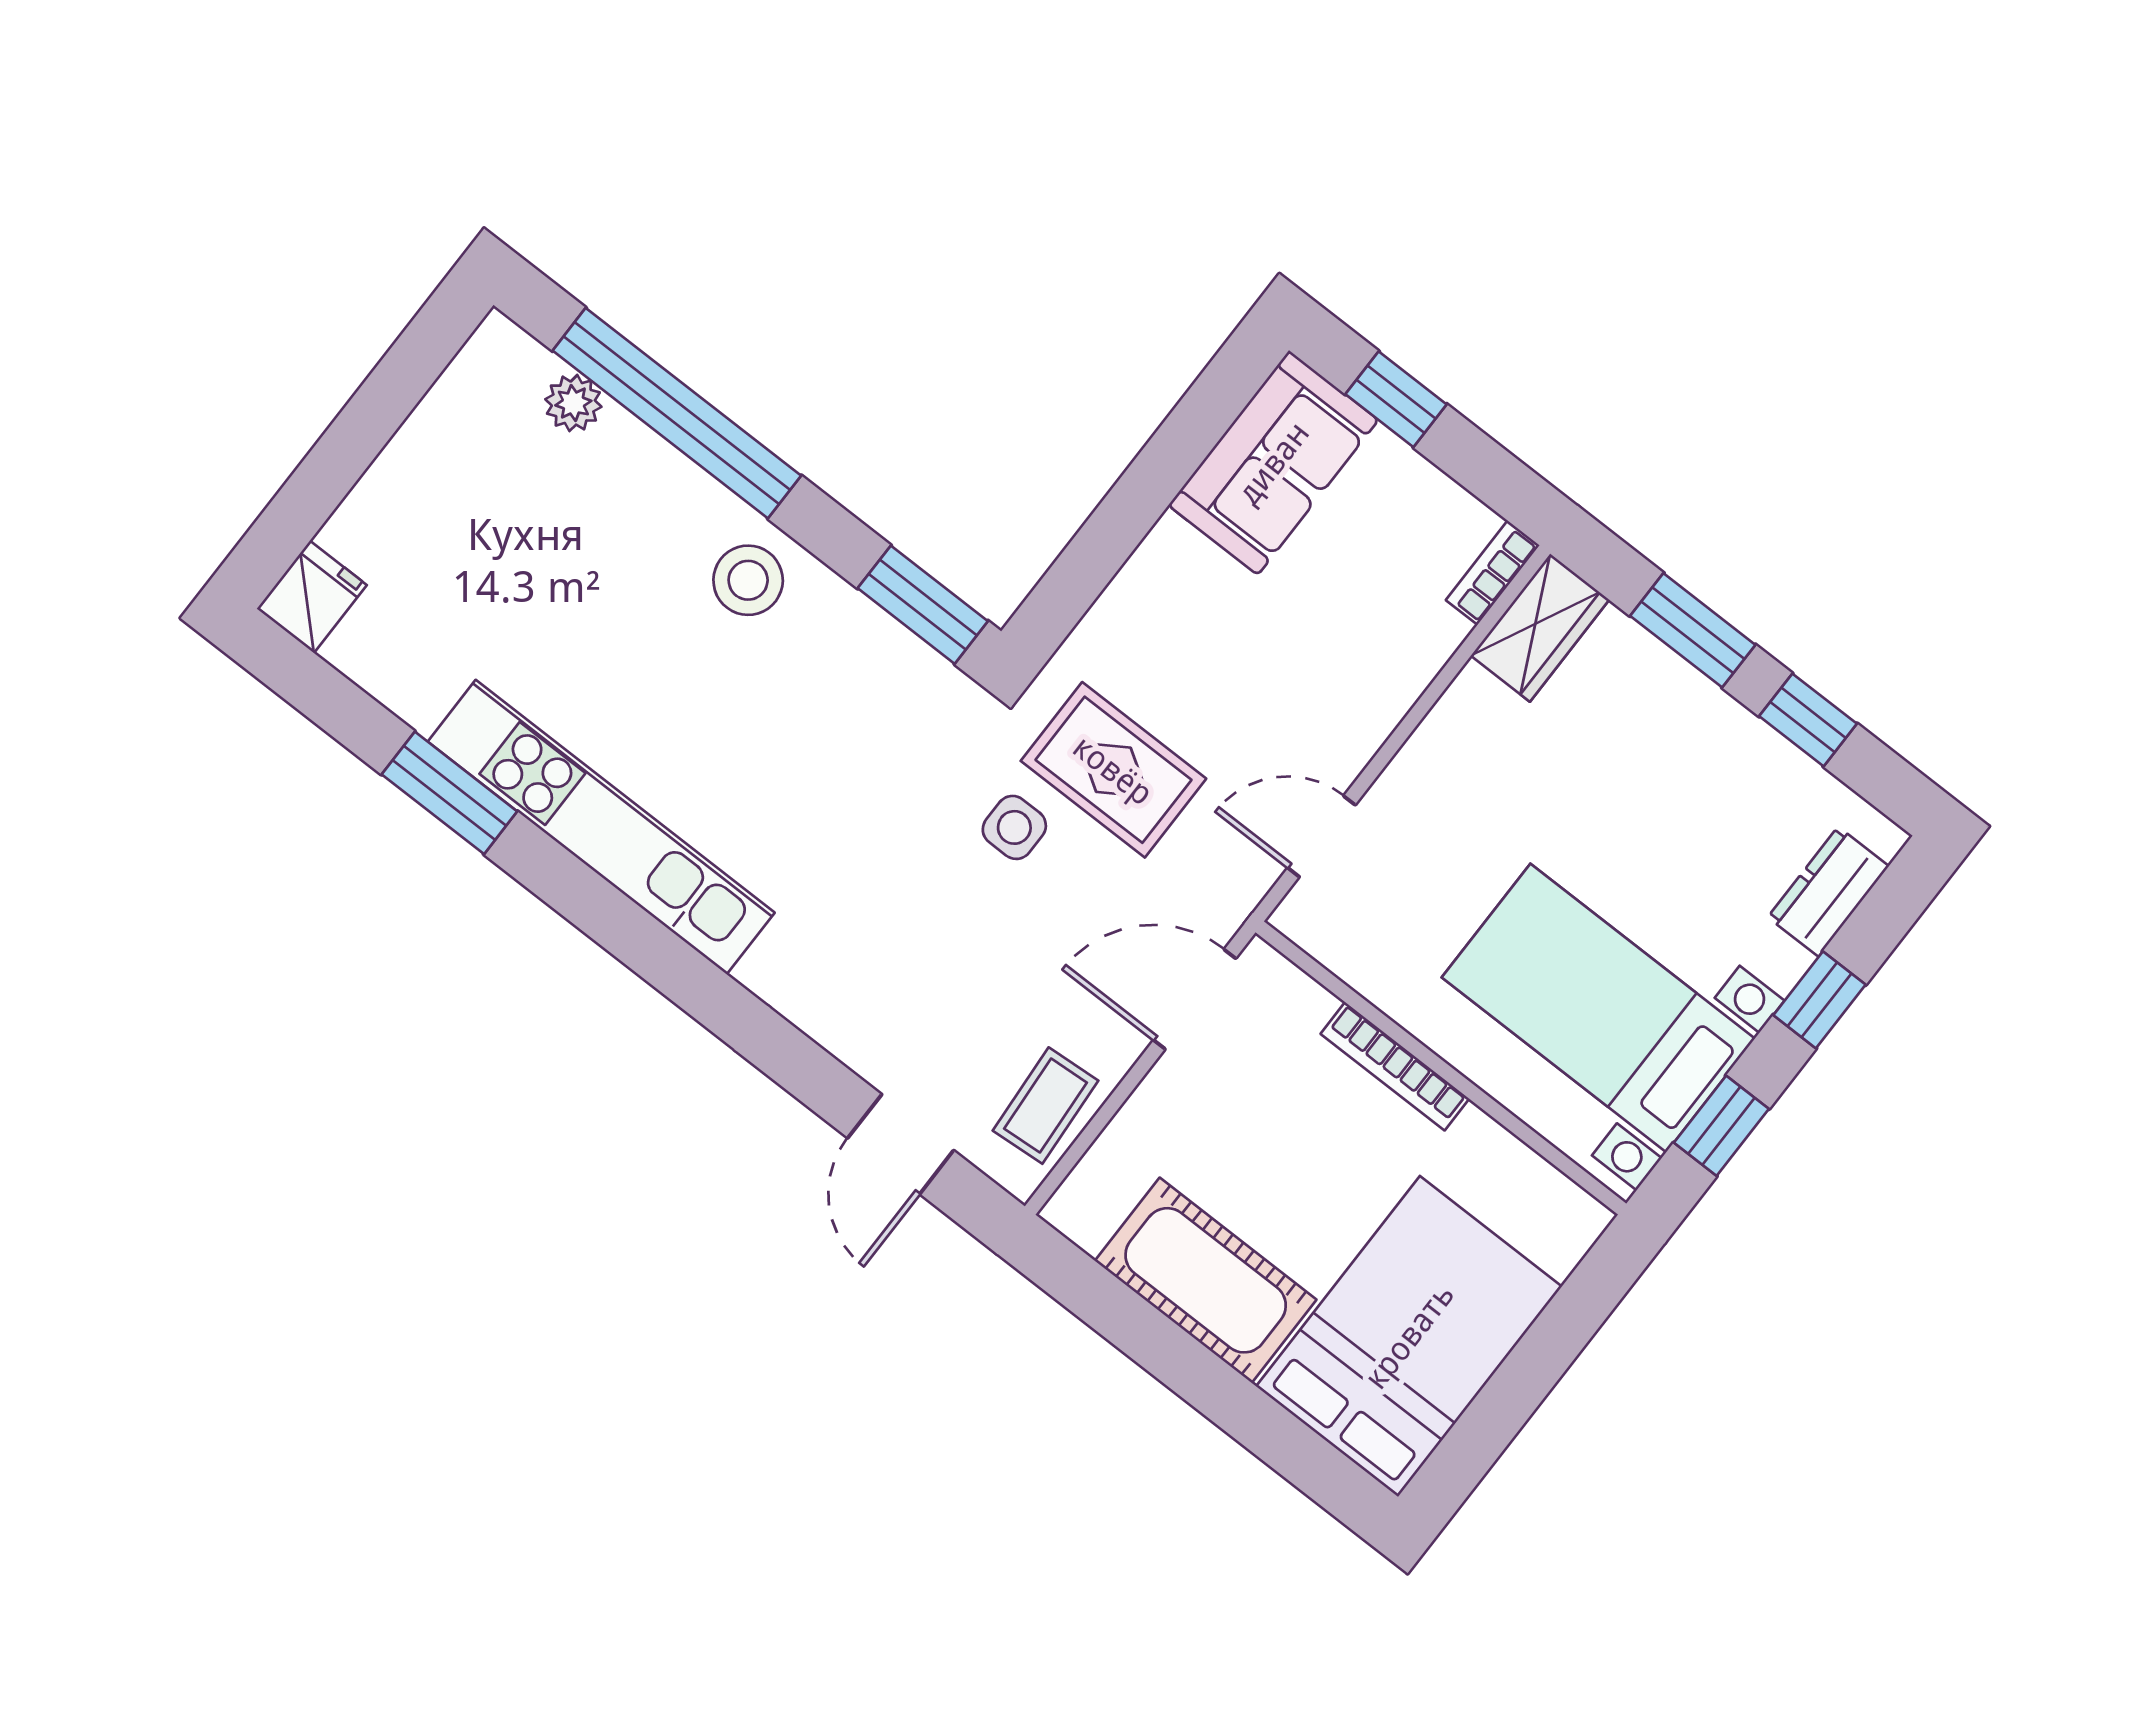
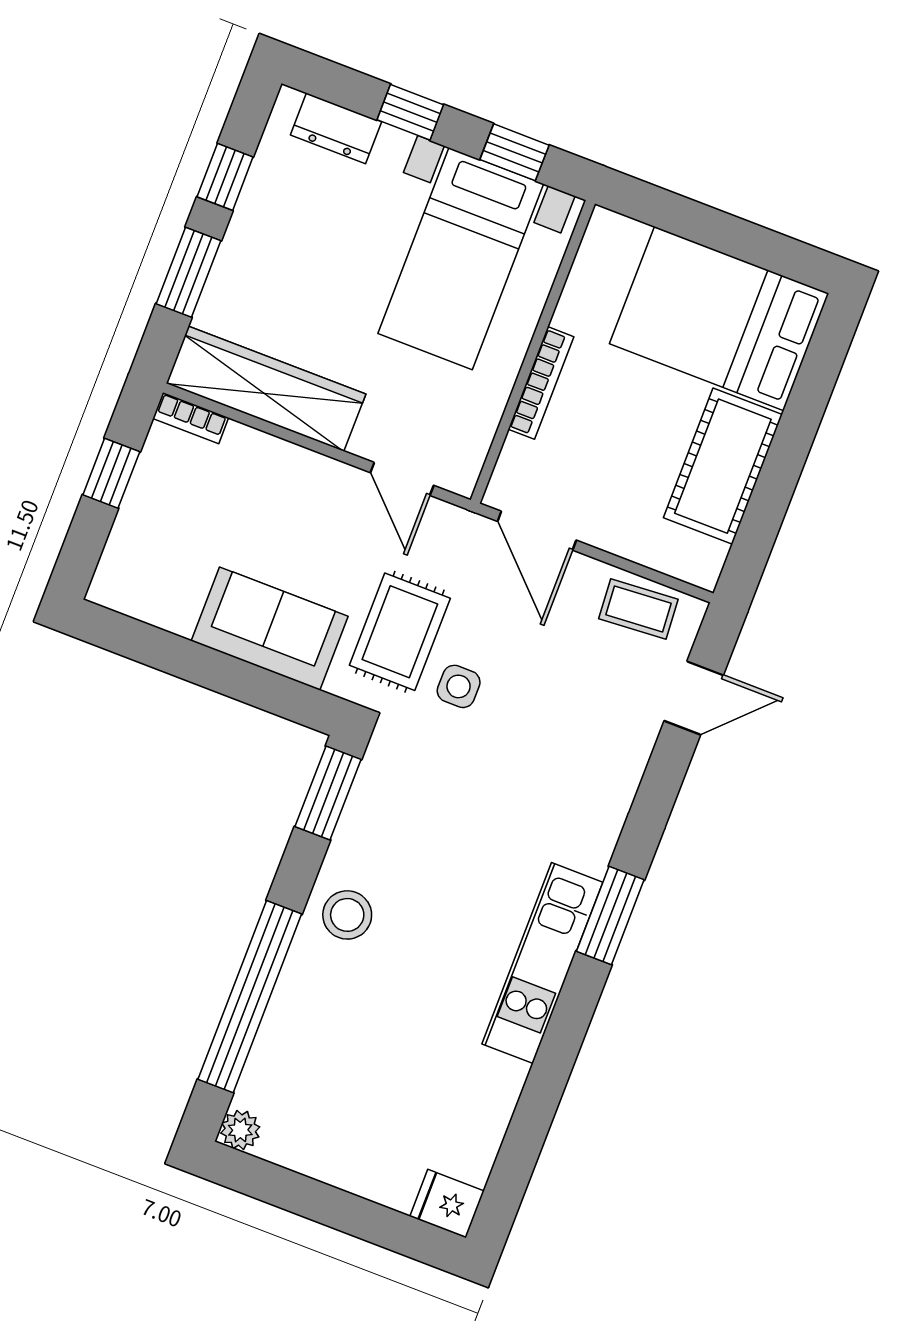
window: (1396, 399) -> (111, 473), moved
plant: (573, 403) -> (240, 1130), moved
sofa: (1273, 463) -> (270, 629), moved
wardrobe: (1540, 628) -> (266, 389), width x2.10, depth x1.17
window: (449, 793) -> (610, 916), moved
kitchen unit: (601, 827) -> (542, 963), width x0.73

